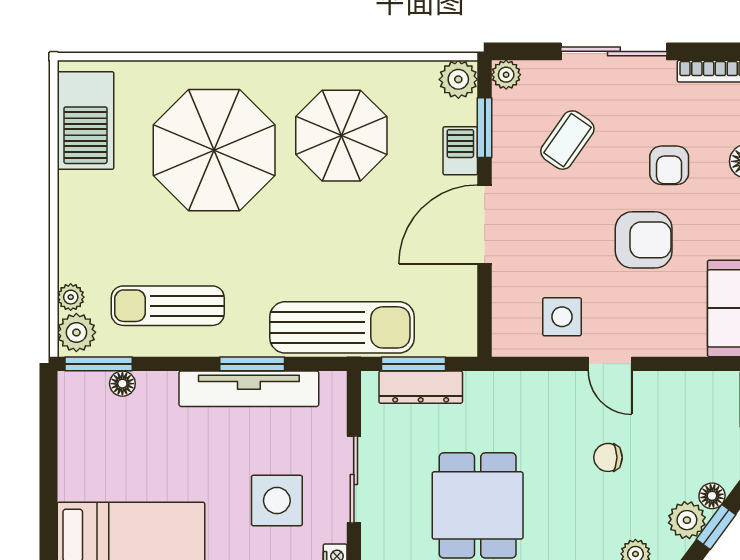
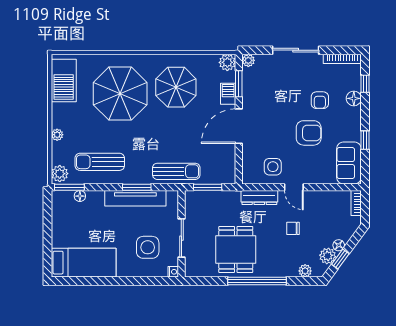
coffee table: (567, 140) -> (275, 89), removed
plant: (71, 297) -> (57, 135), moved
sun lounger: (342, 327) -> (176, 171), width x0.73, depth x0.75
dresser: (421, 387) -> (259, 198), moved

